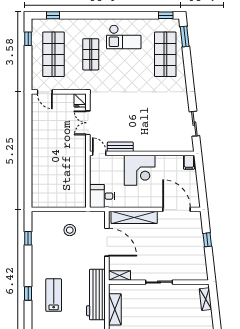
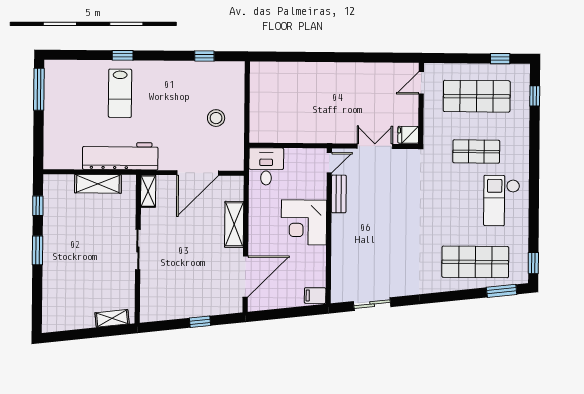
shelving: (134, 217) -> (234, 224), width x0.68
lab bench: (54, 295) -> (120, 93), turned 90

